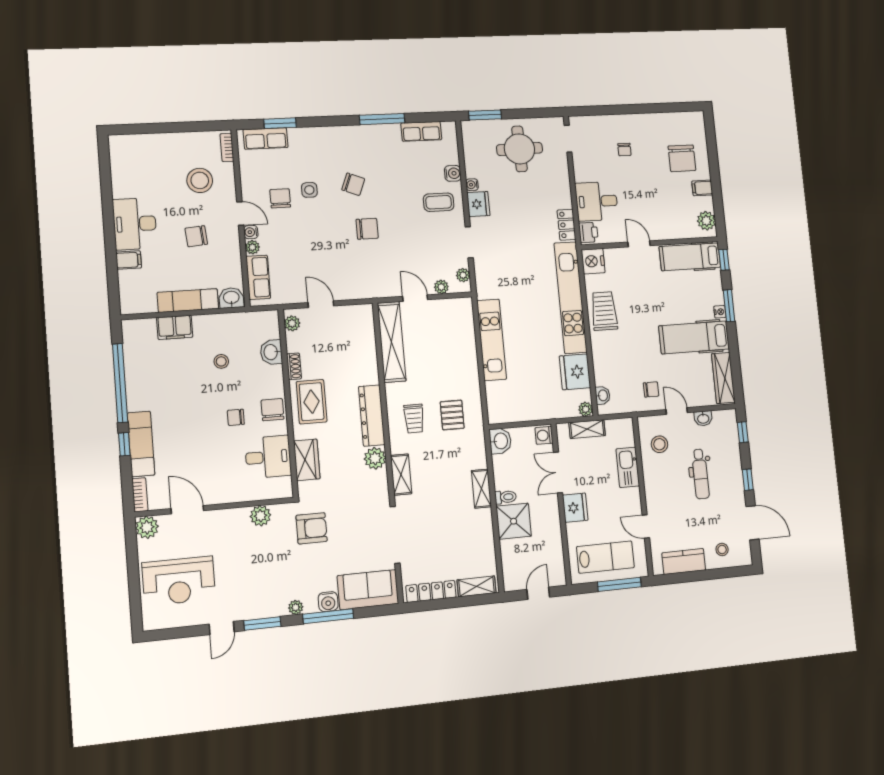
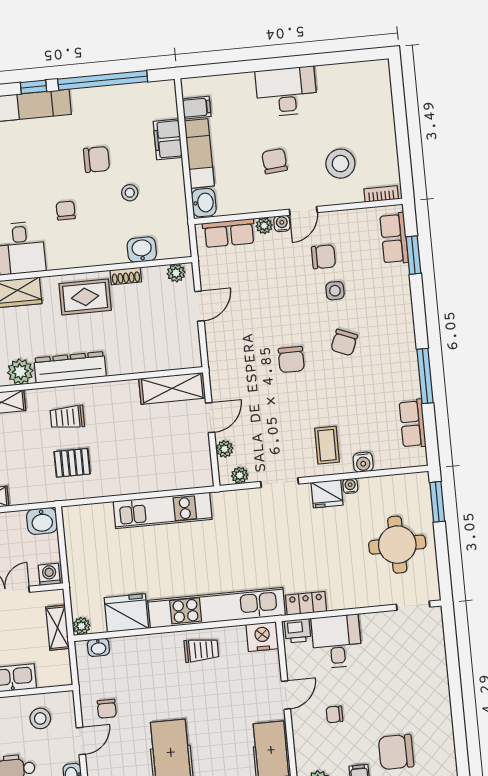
chair: (624, 150) -> (334, 714), moved
filing cabinet: (129, 260) -> (197, 108), moved, turned -90
trolley: (604, 311) -> (201, 650), width x0.73, depth x0.72
shelving: (392, 342) -> (172, 388), width x0.68
chair: (273, 410) -> (97, 159), moved

